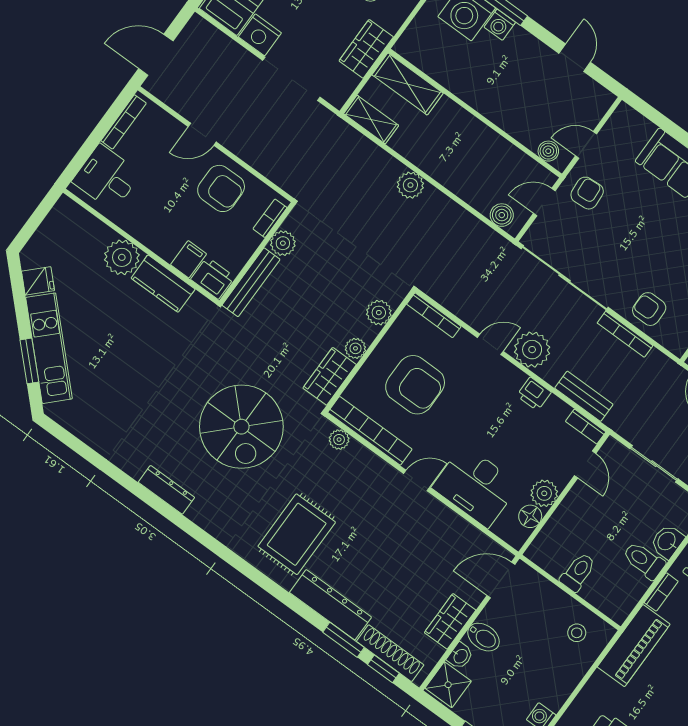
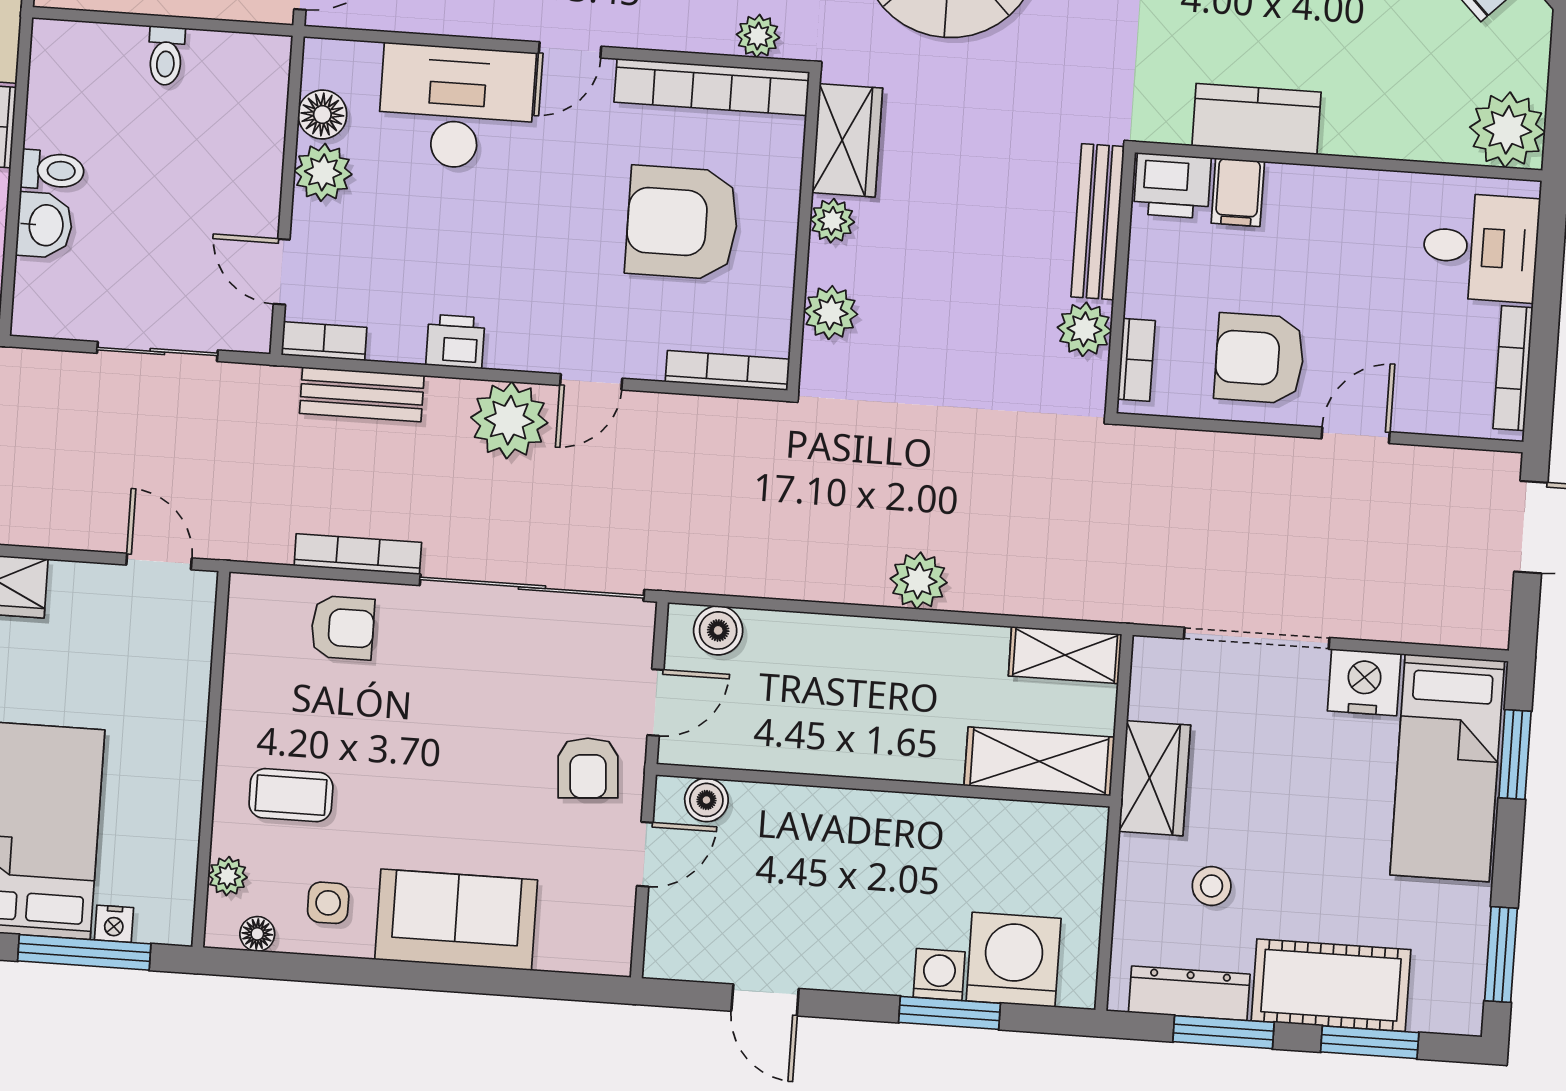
plant: (122, 257) -> (1507, 130), moved
toilet: (644, 560) -> (52, 170), width x0.73, depth x0.72
toilet: (578, 572) -> (166, 56), width x0.73, depth x0.72

